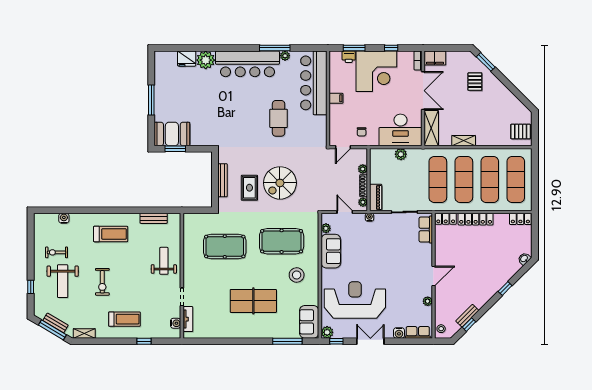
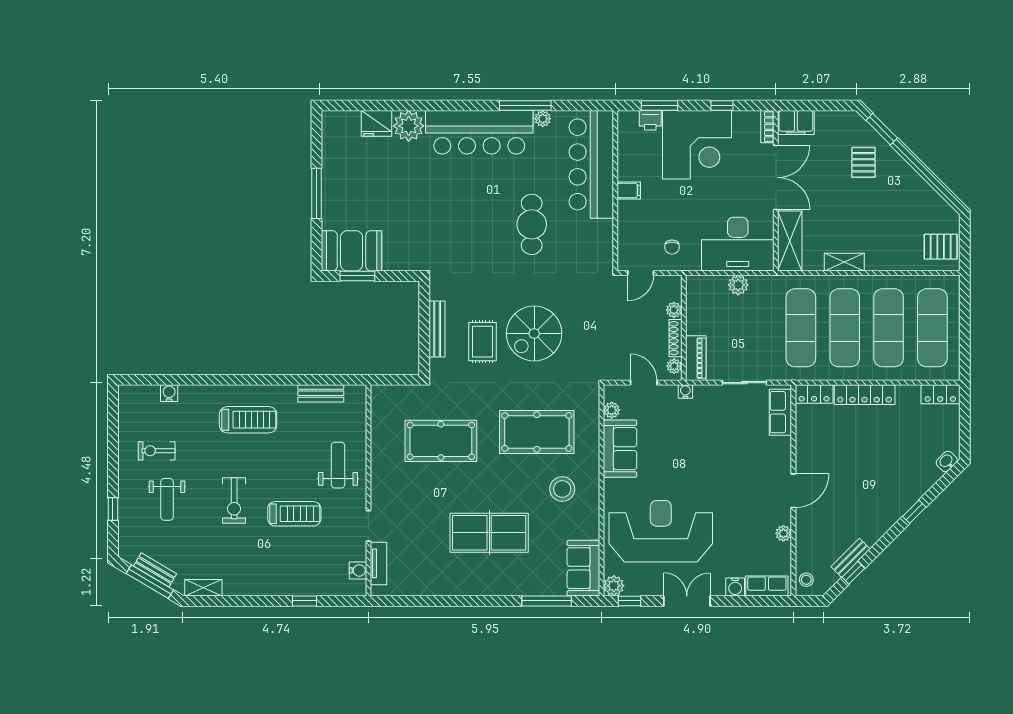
weight bench: (63, 281) -> (167, 499), width x0.73, depth x0.75
treadmill: (124, 319) -> (294, 514), moved

